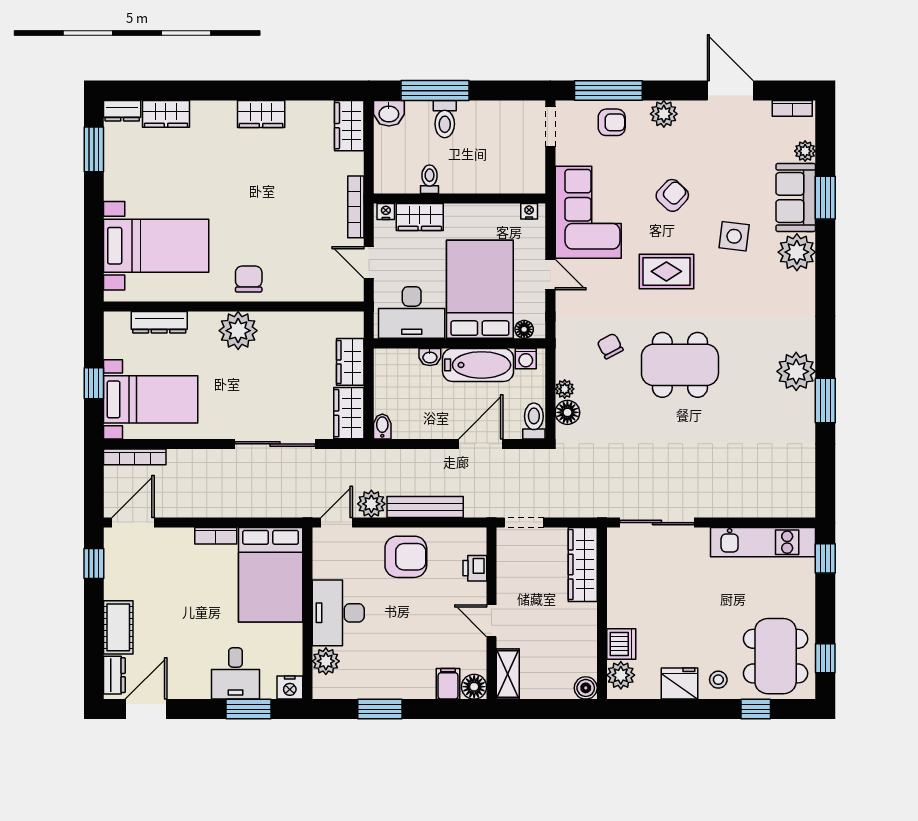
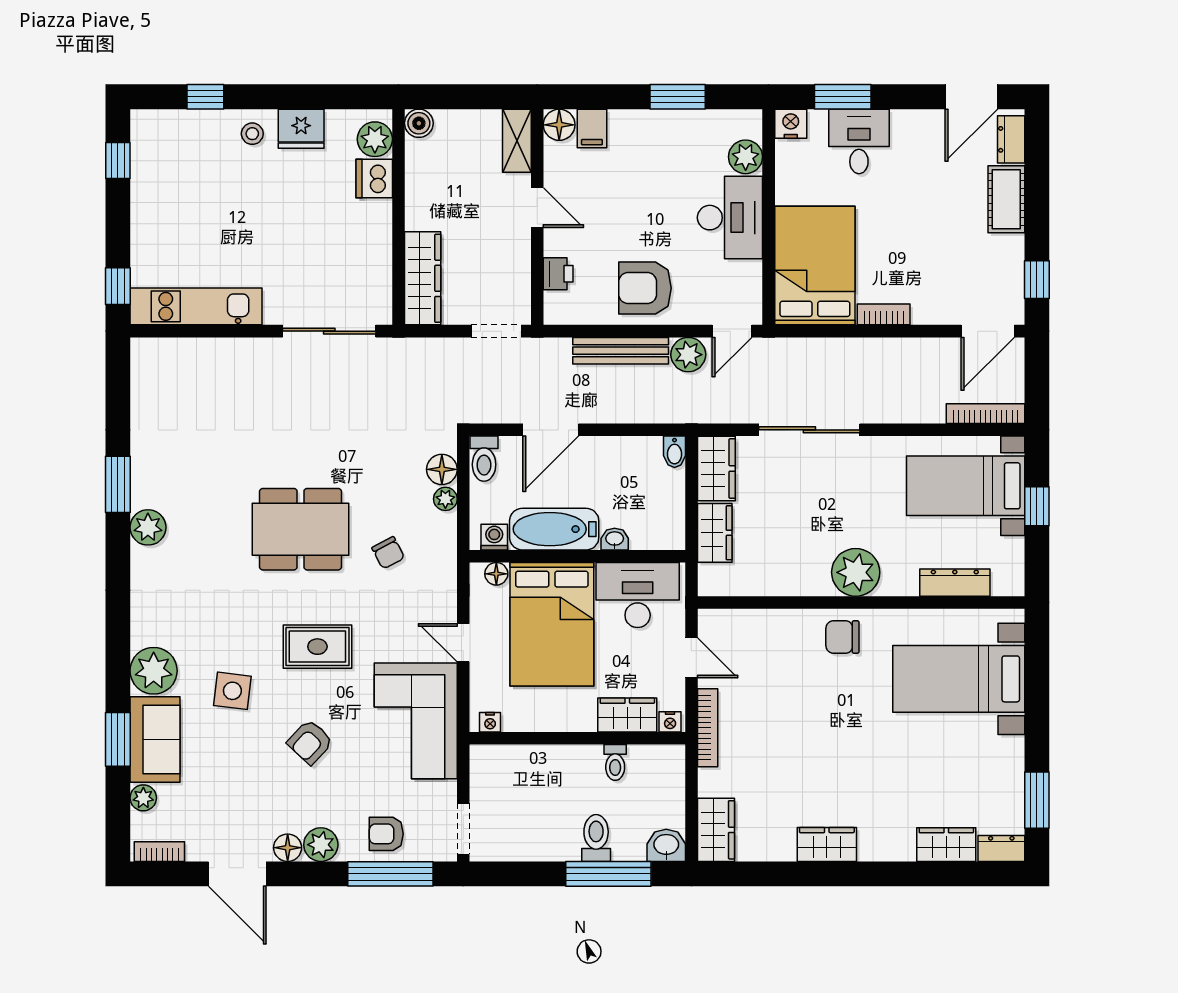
floor lamp: (690, 111) -> (288, 848), added
chair: (249, 279) -> (842, 637), turned 90
plant: (796, 371) -> (148, 527), width x0.73, depth x0.73
dining table: (776, 656) -> (180, 163), removed

